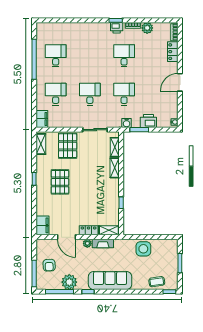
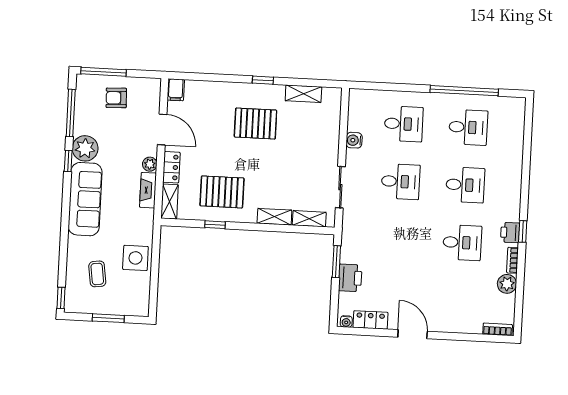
locker: (173, 52) -> (370, 320), moved
desk: (124, 94) -> (465, 185), moved
filing cabinet: (42, 119) -> (363, 99), removed
water cooler: (127, 123) -> (354, 140), moved
shelving: (41, 144) -> (303, 94), moved
pallet: (68, 146) -> (222, 192), moved
filing cabinet: (42, 225) -> (176, 90), width x0.50
door: (66, 237) -> (162, 130), swing flipped
plant: (69, 282) -> (85, 148), moved
coffee table: (157, 282) -> (97, 274), moved

